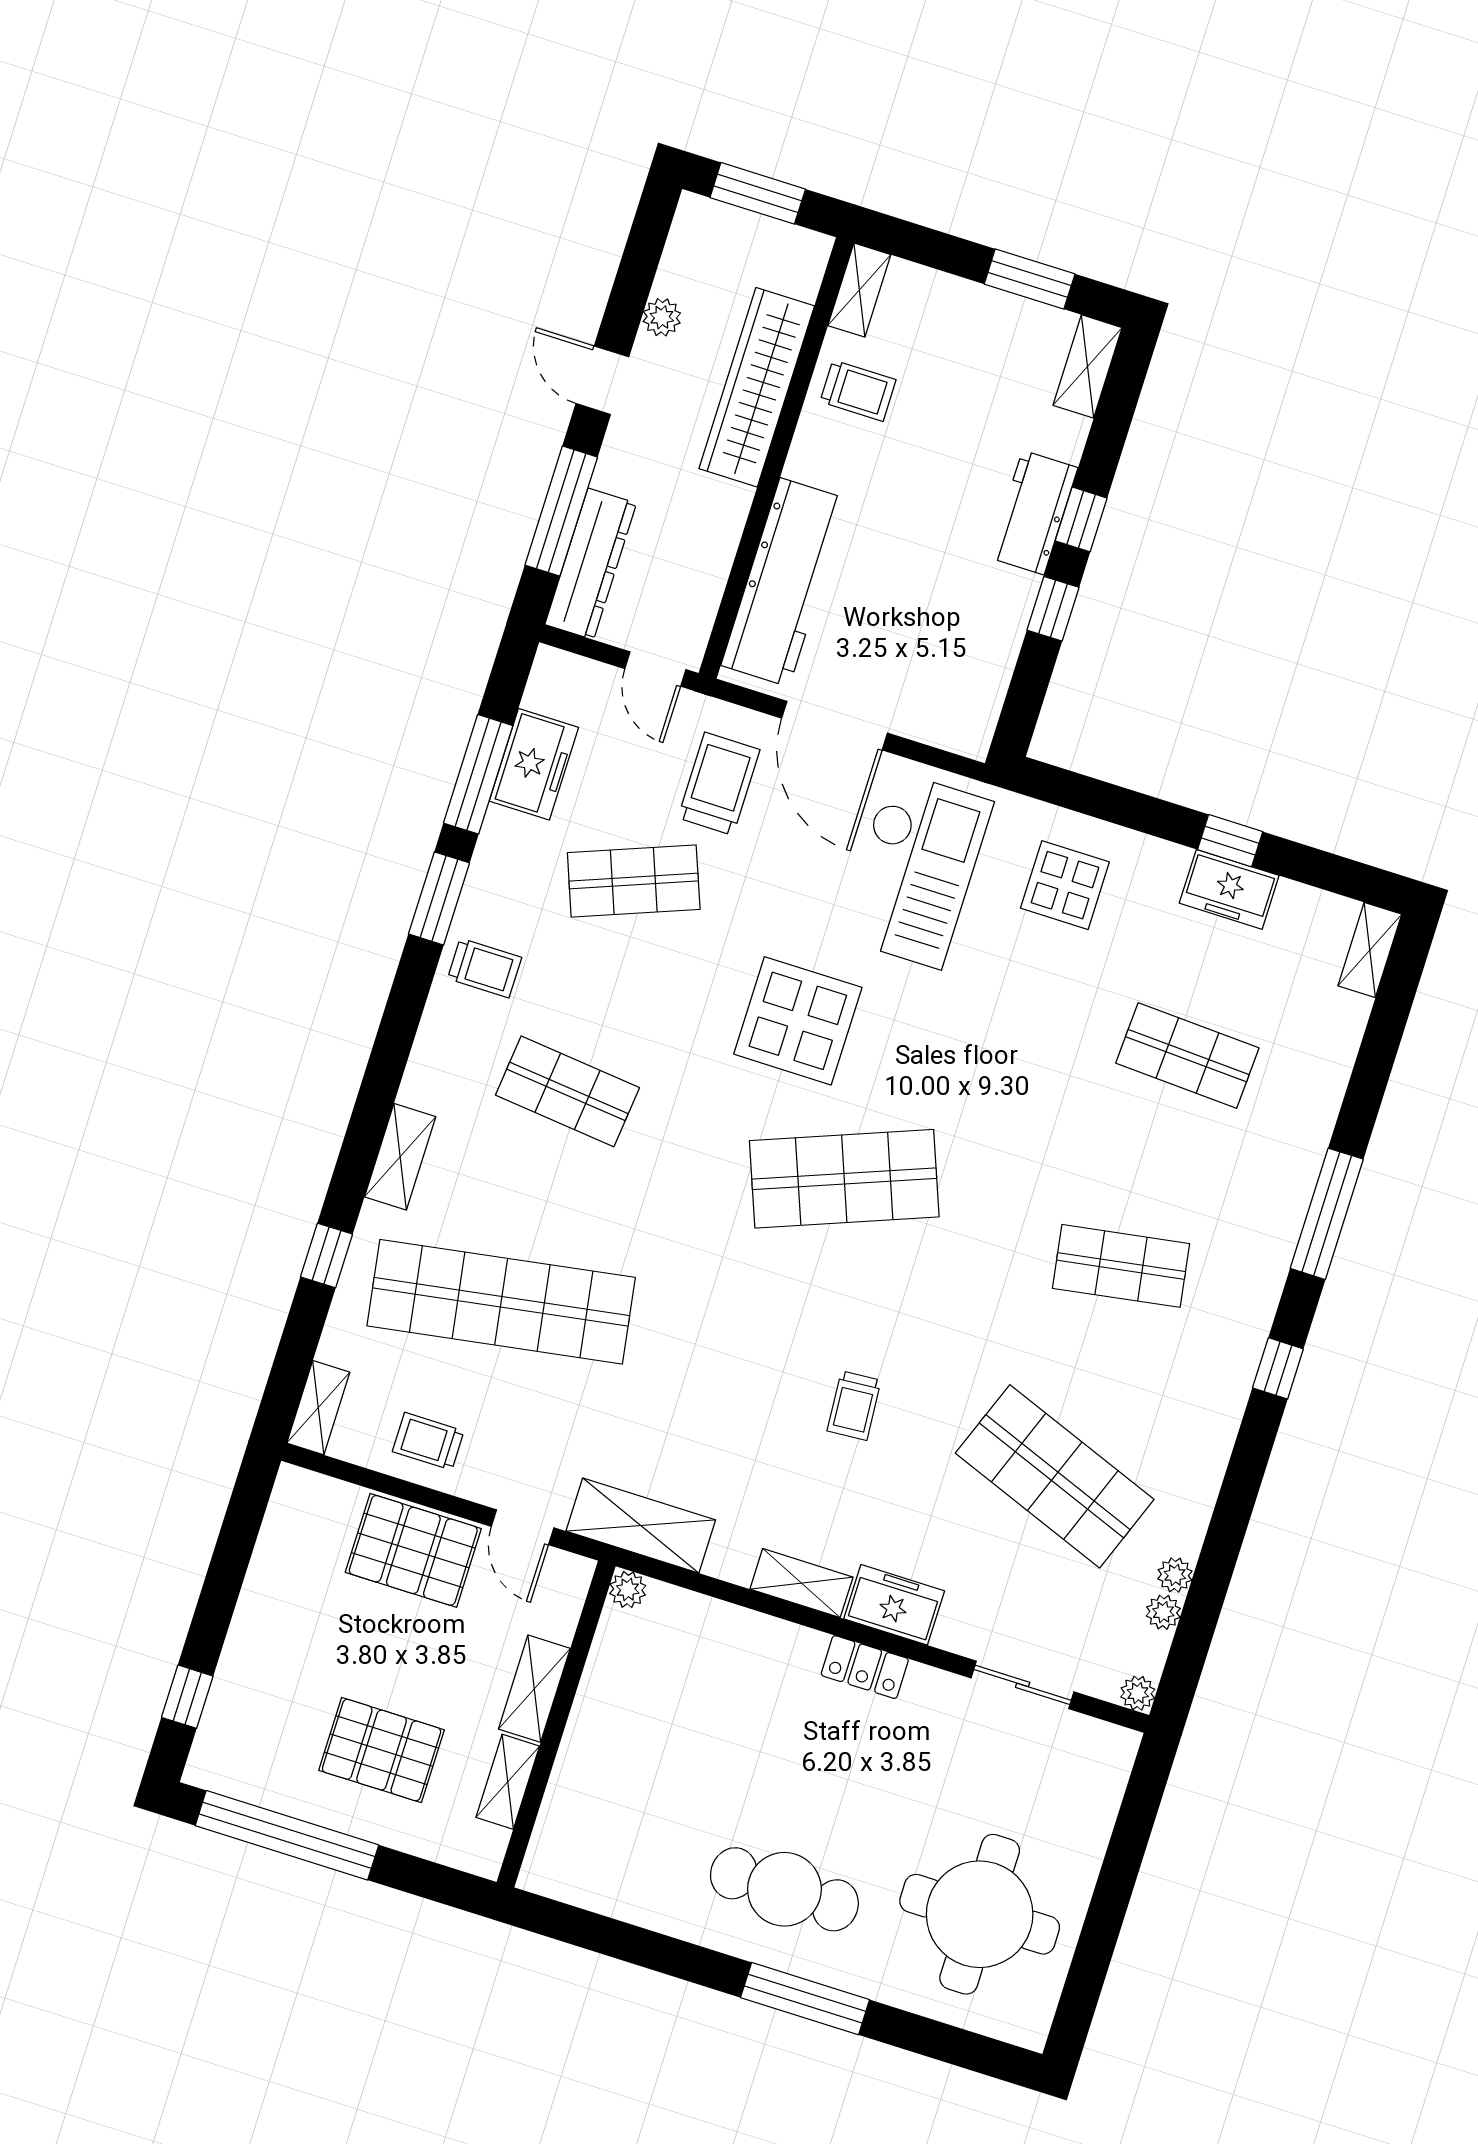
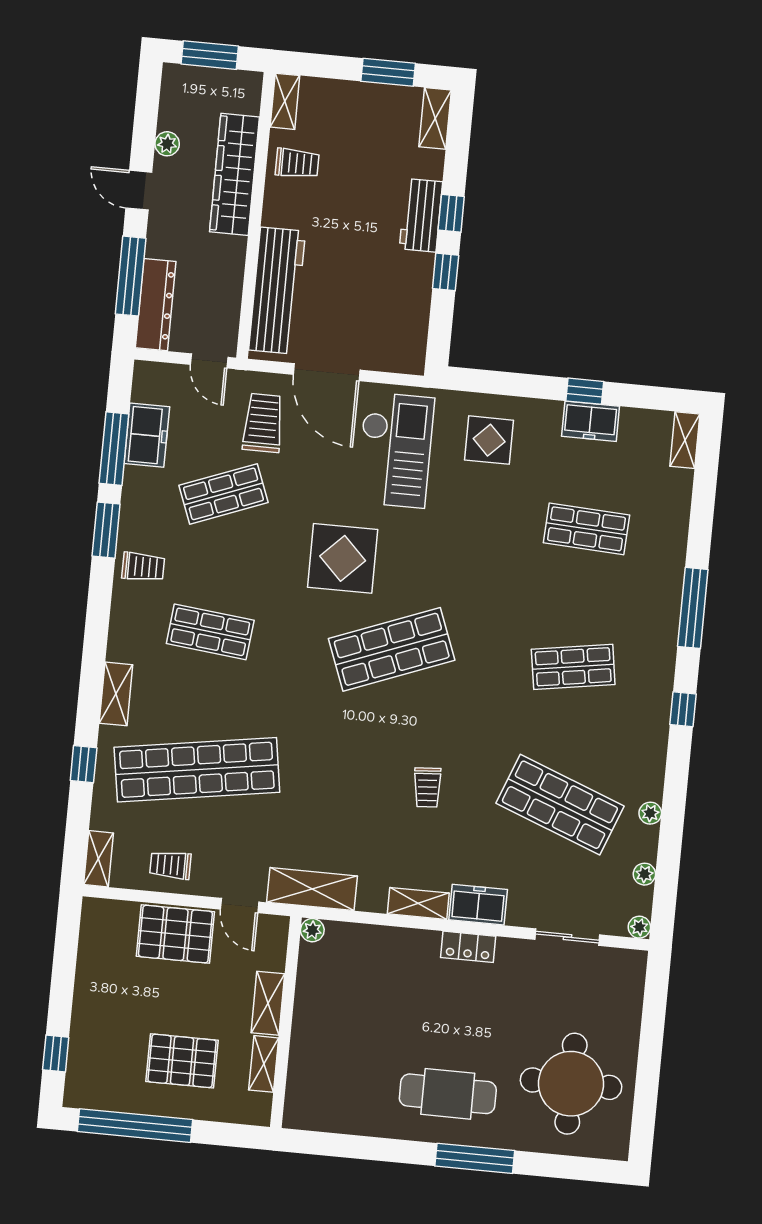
plant: (1175, 1575) -> (650, 813), moved

